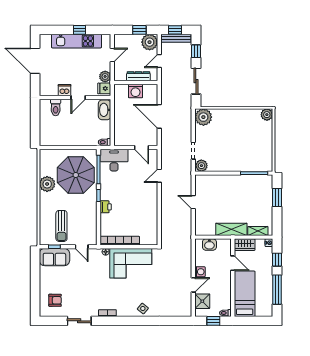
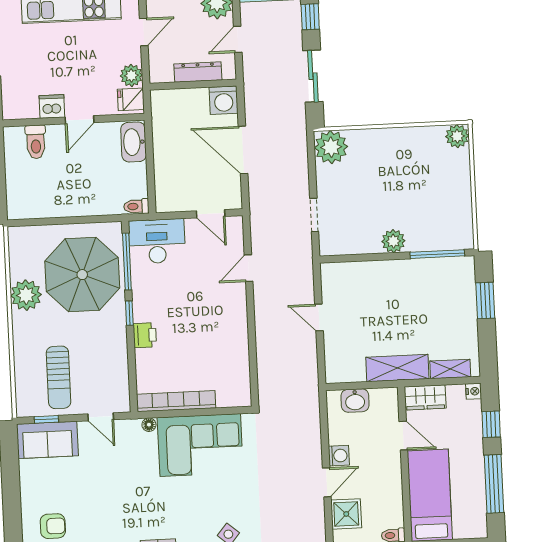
washing machine: (135, 91) -> (224, 100), moved
plant: (201, 166) -> (393, 241), moved

